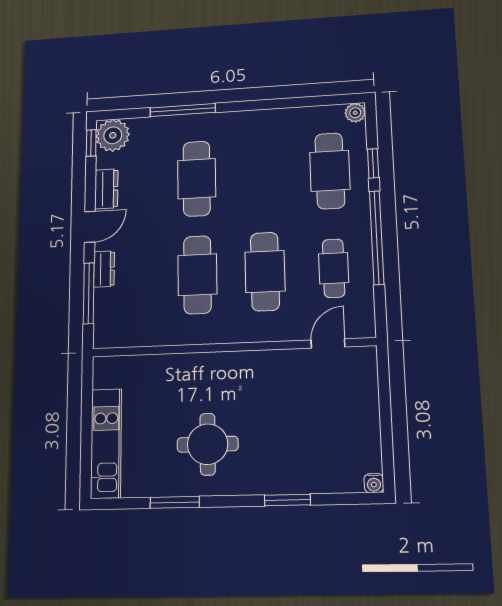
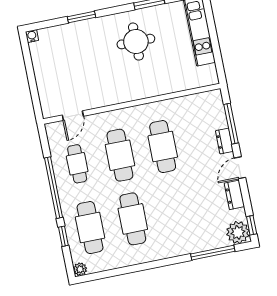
window: (183, 110) -> (213, 253), moved
cafe table: (197, 179) -> (133, 219), moved

